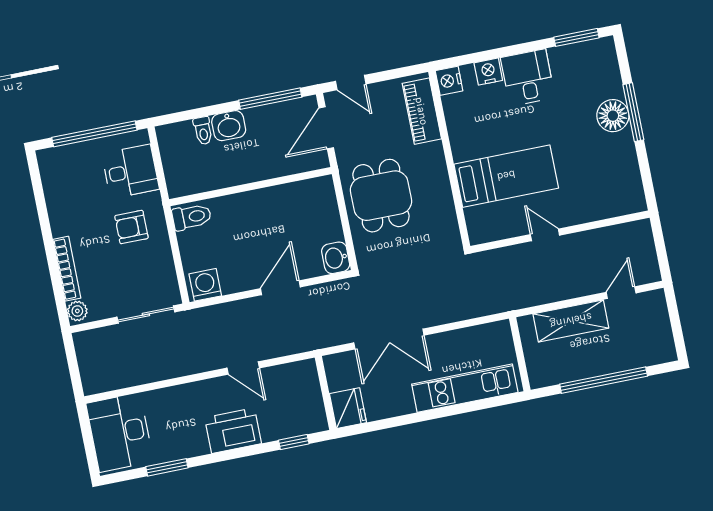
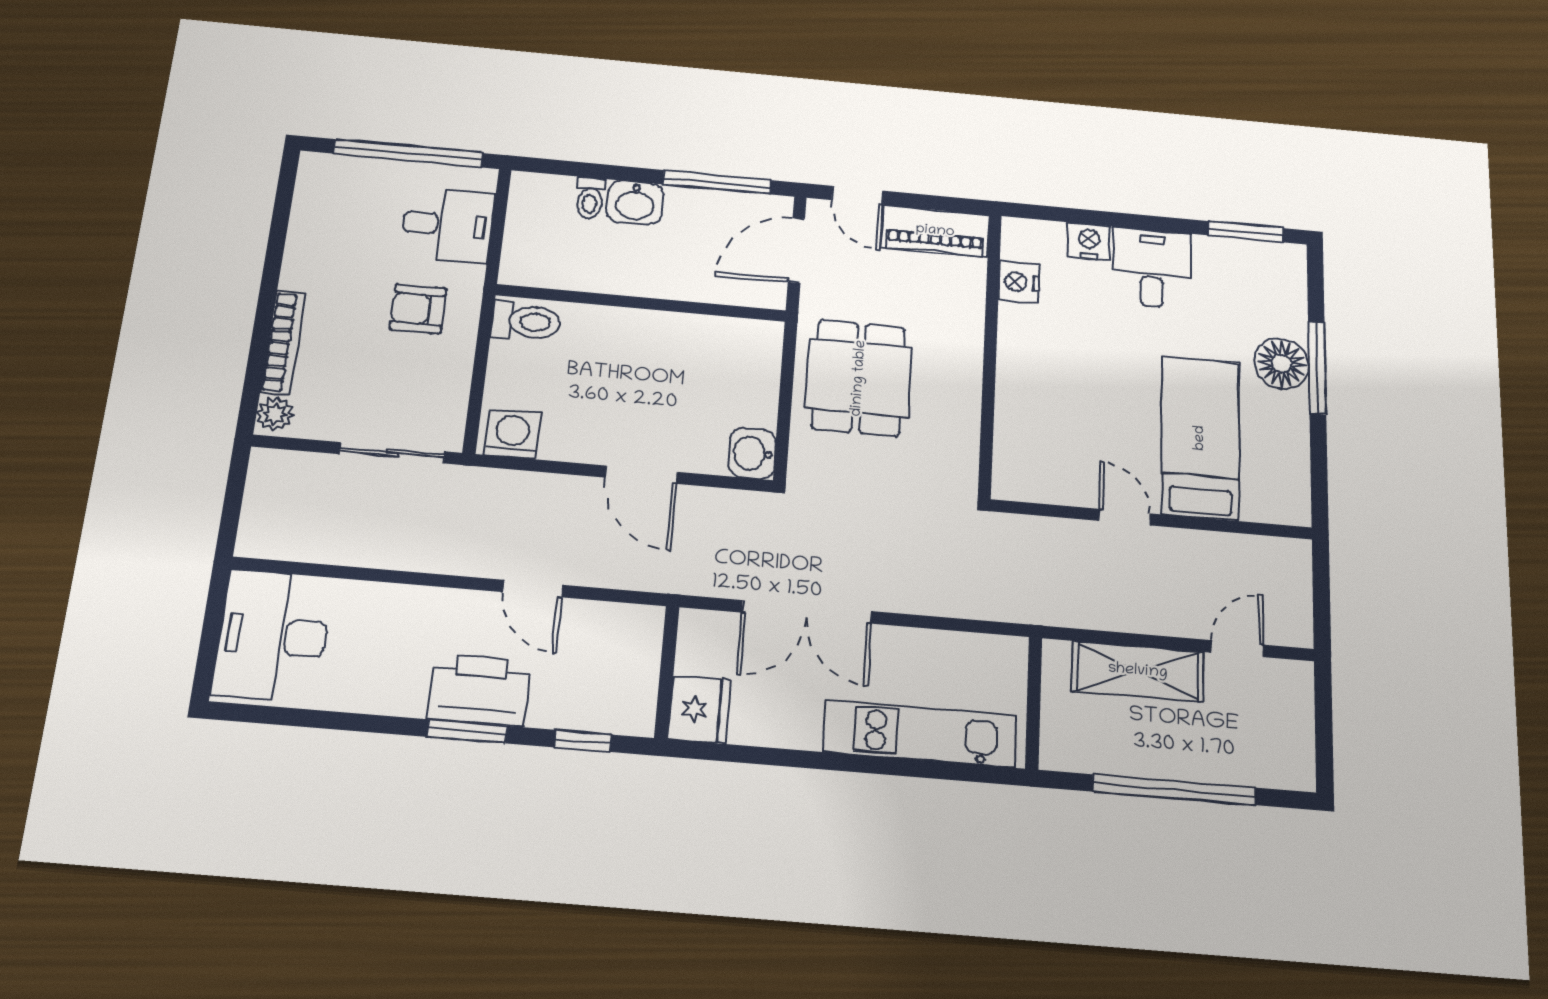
nightstand: (449, 81) -> (1019, 282), moved
piano: (422, 111) -> (935, 231), moved, turned -90
bed: (506, 176) -> (1200, 438), moved, turned -90
door: (280, 288) -> (641, 475), swing flipped
window: (167, 467) -> (467, 731), moved

